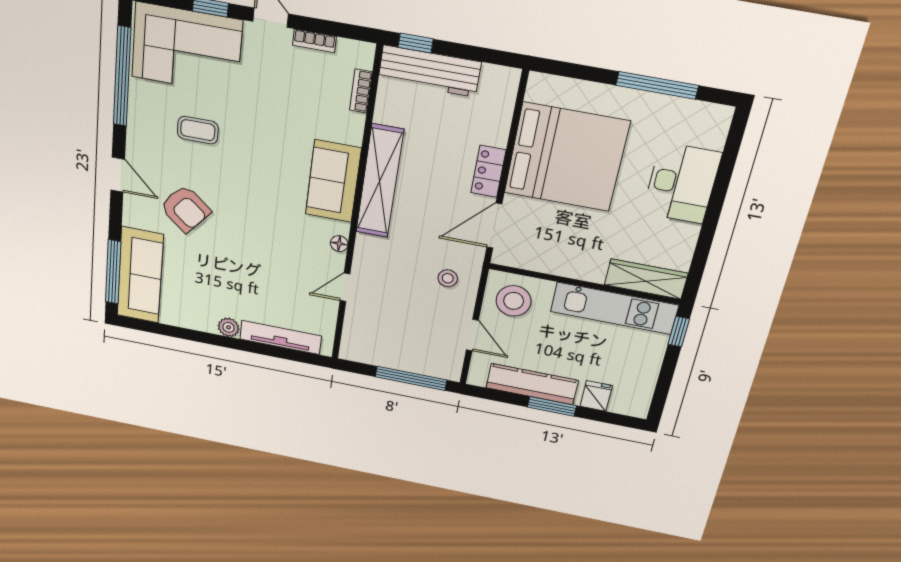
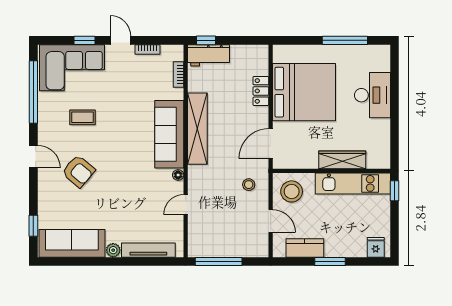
workbench: (429, 71) -> (209, 55), width x0.73
locker: (488, 171) -> (261, 91), moved
sofa: (333, 181) -> (169, 134), width x1.36
window: (113, 272) -> (33, 226), width x0.46
sofa: (140, 275) -> (72, 243), moved, turned -90
wardrobe: (646, 279) -> (342, 160), moved
window: (411, 378) -> (219, 261), moved
kitchen counter: (532, 384) -> (305, 248), width x0.67
fridge: (596, 396) -> (376, 247), moved

